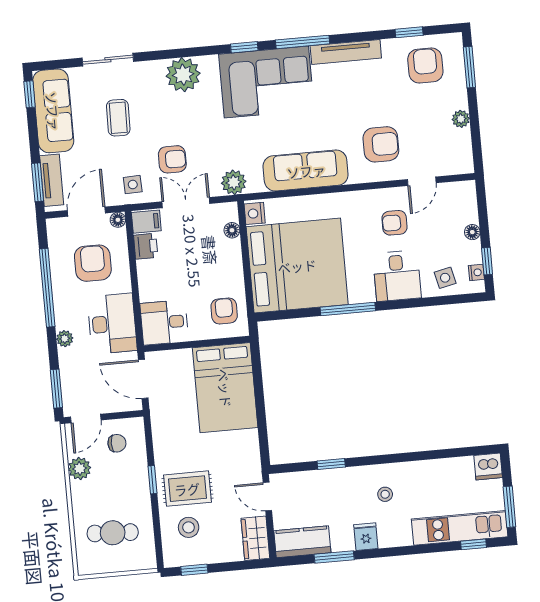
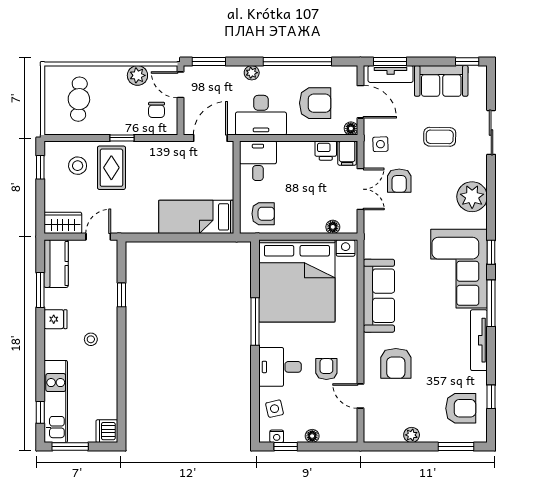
sofa: (53, 111) -> (441, 81), width x0.73
plant: (234, 182) -> (374, 232), removed
bed: (225, 388) -> (196, 217), width x0.67

